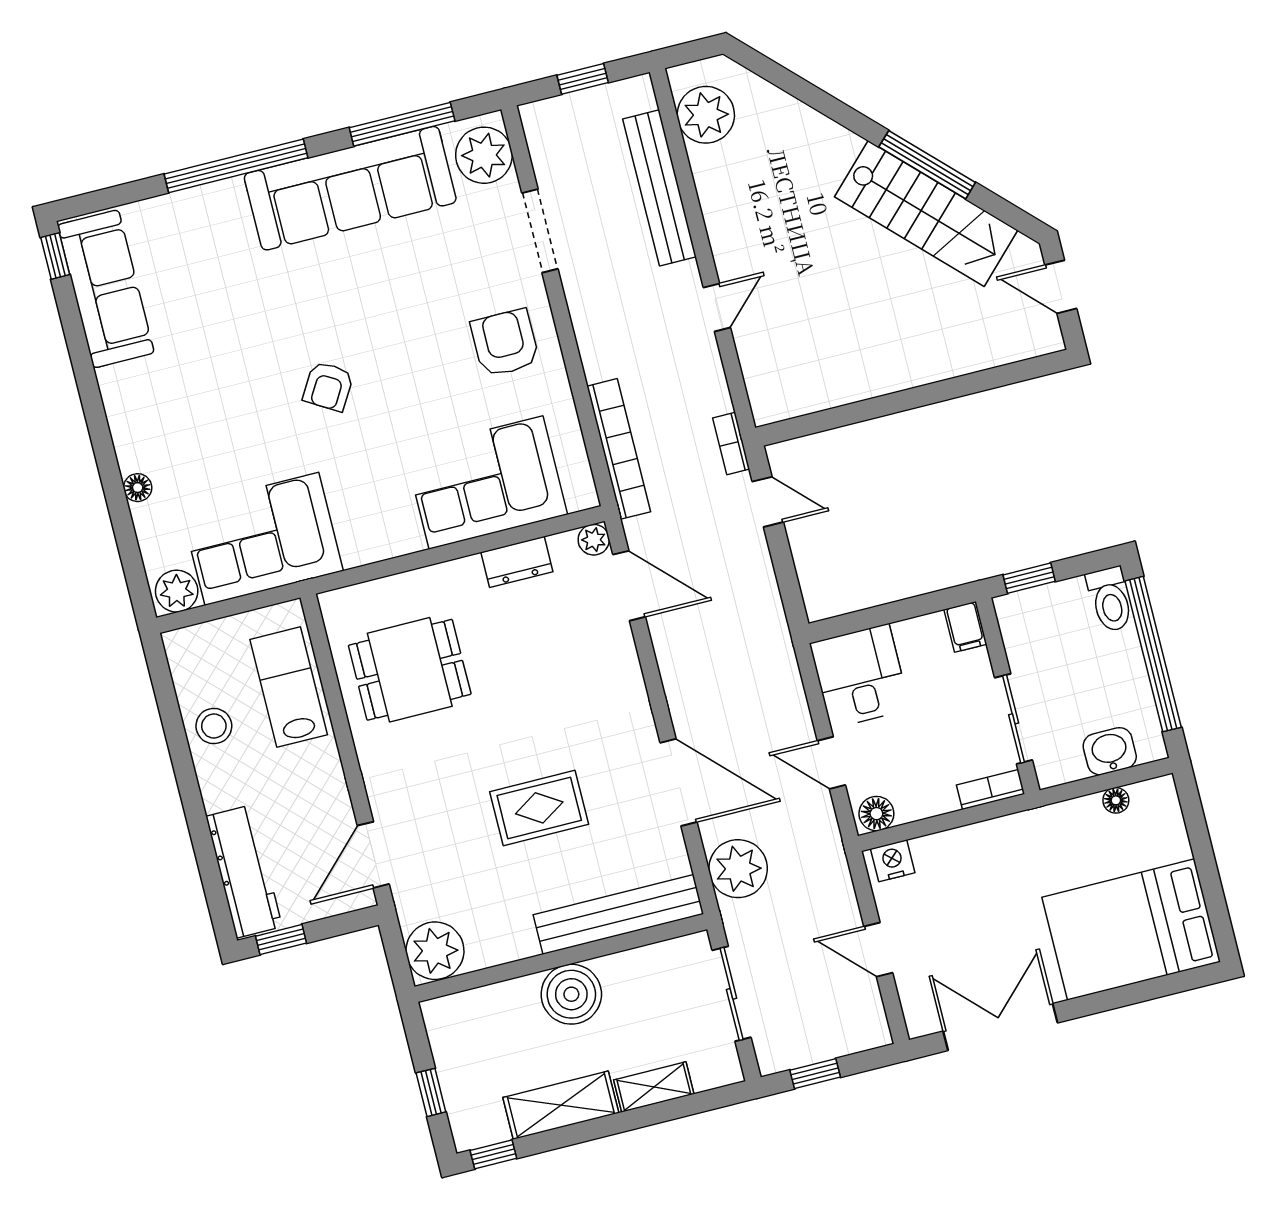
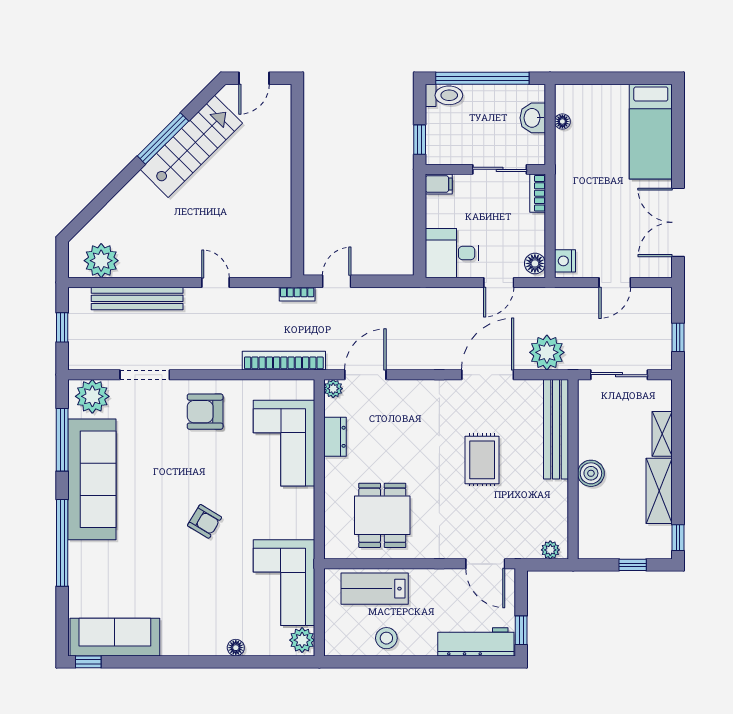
bed: (1131, 930) -> (651, 132), width x0.67
plant: (435, 951) -> (550, 550), width x0.53, depth x0.53
boiler: (571, 994) -> (591, 473), width x0.73, depth x0.73

